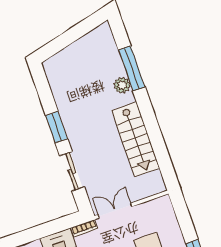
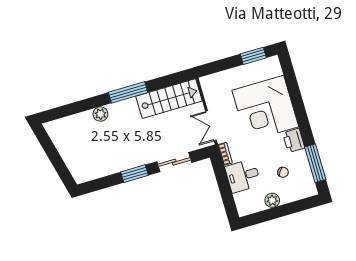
window: (132, 68) -> (128, 92), moved
stairs: (136, 139) -> (169, 99), moved

